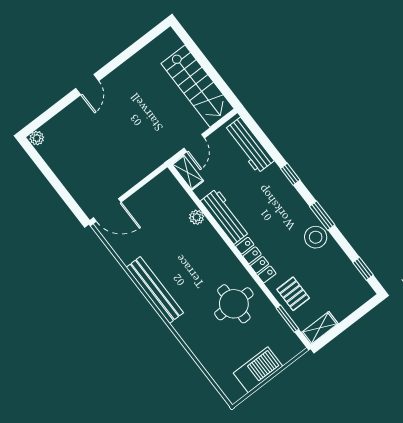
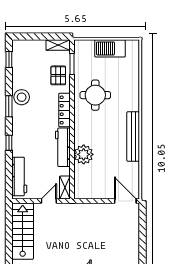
plant: (197, 217) -> (84, 154), width x1.88, depth x1.88

